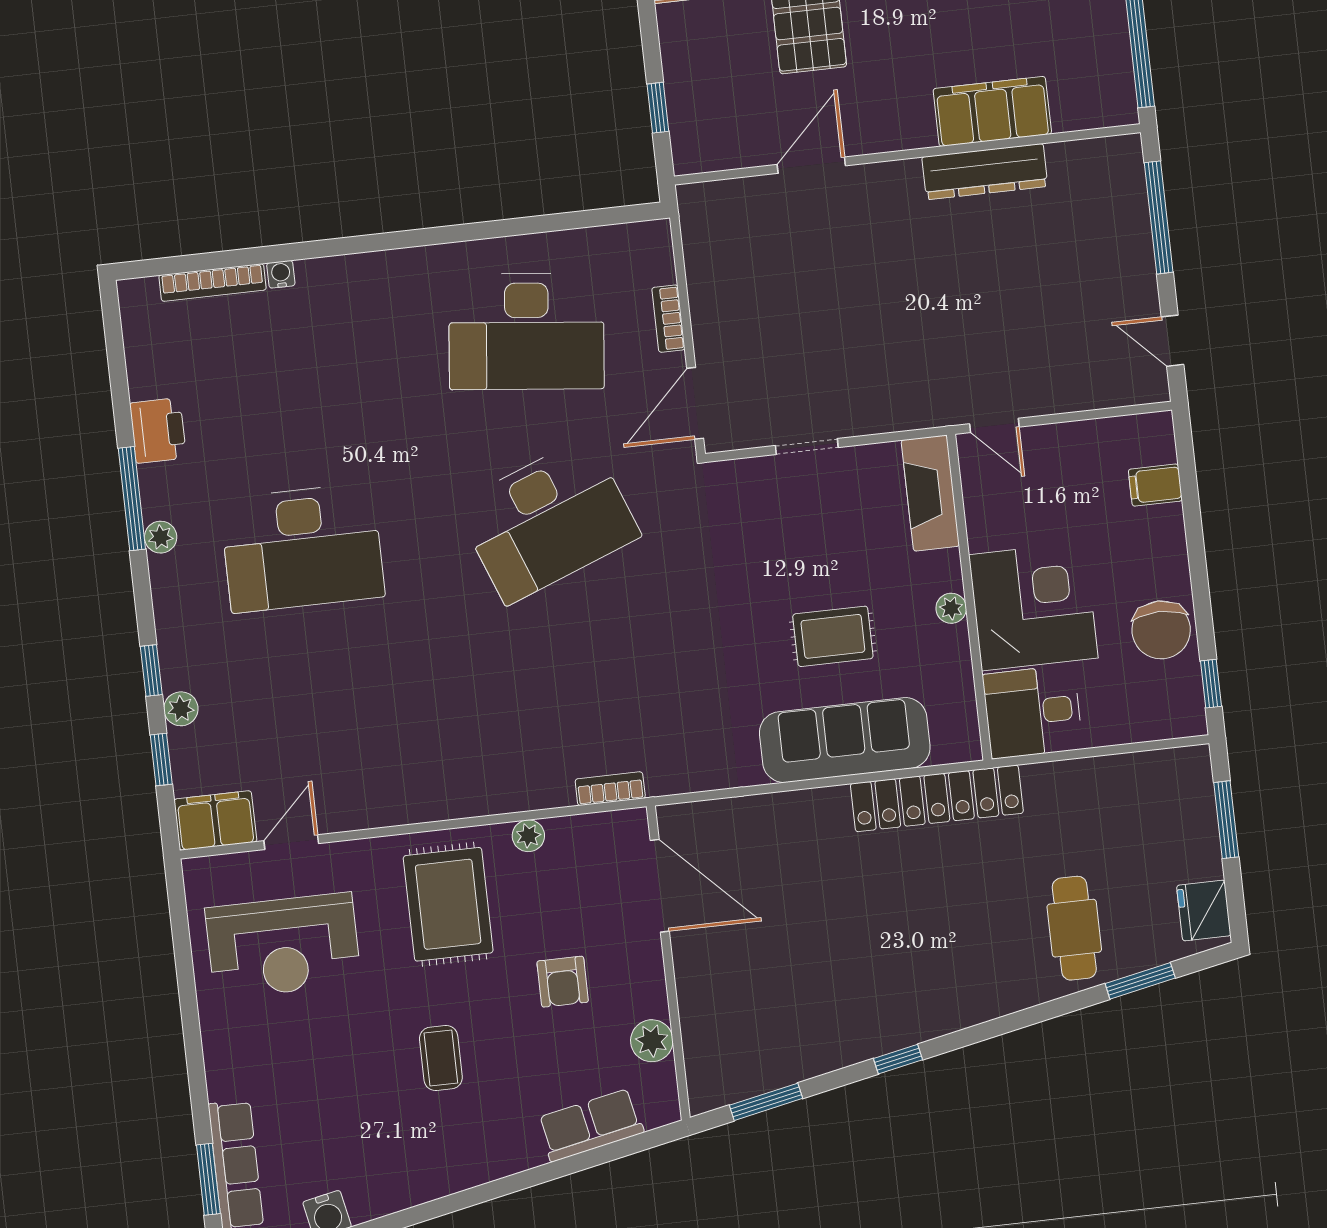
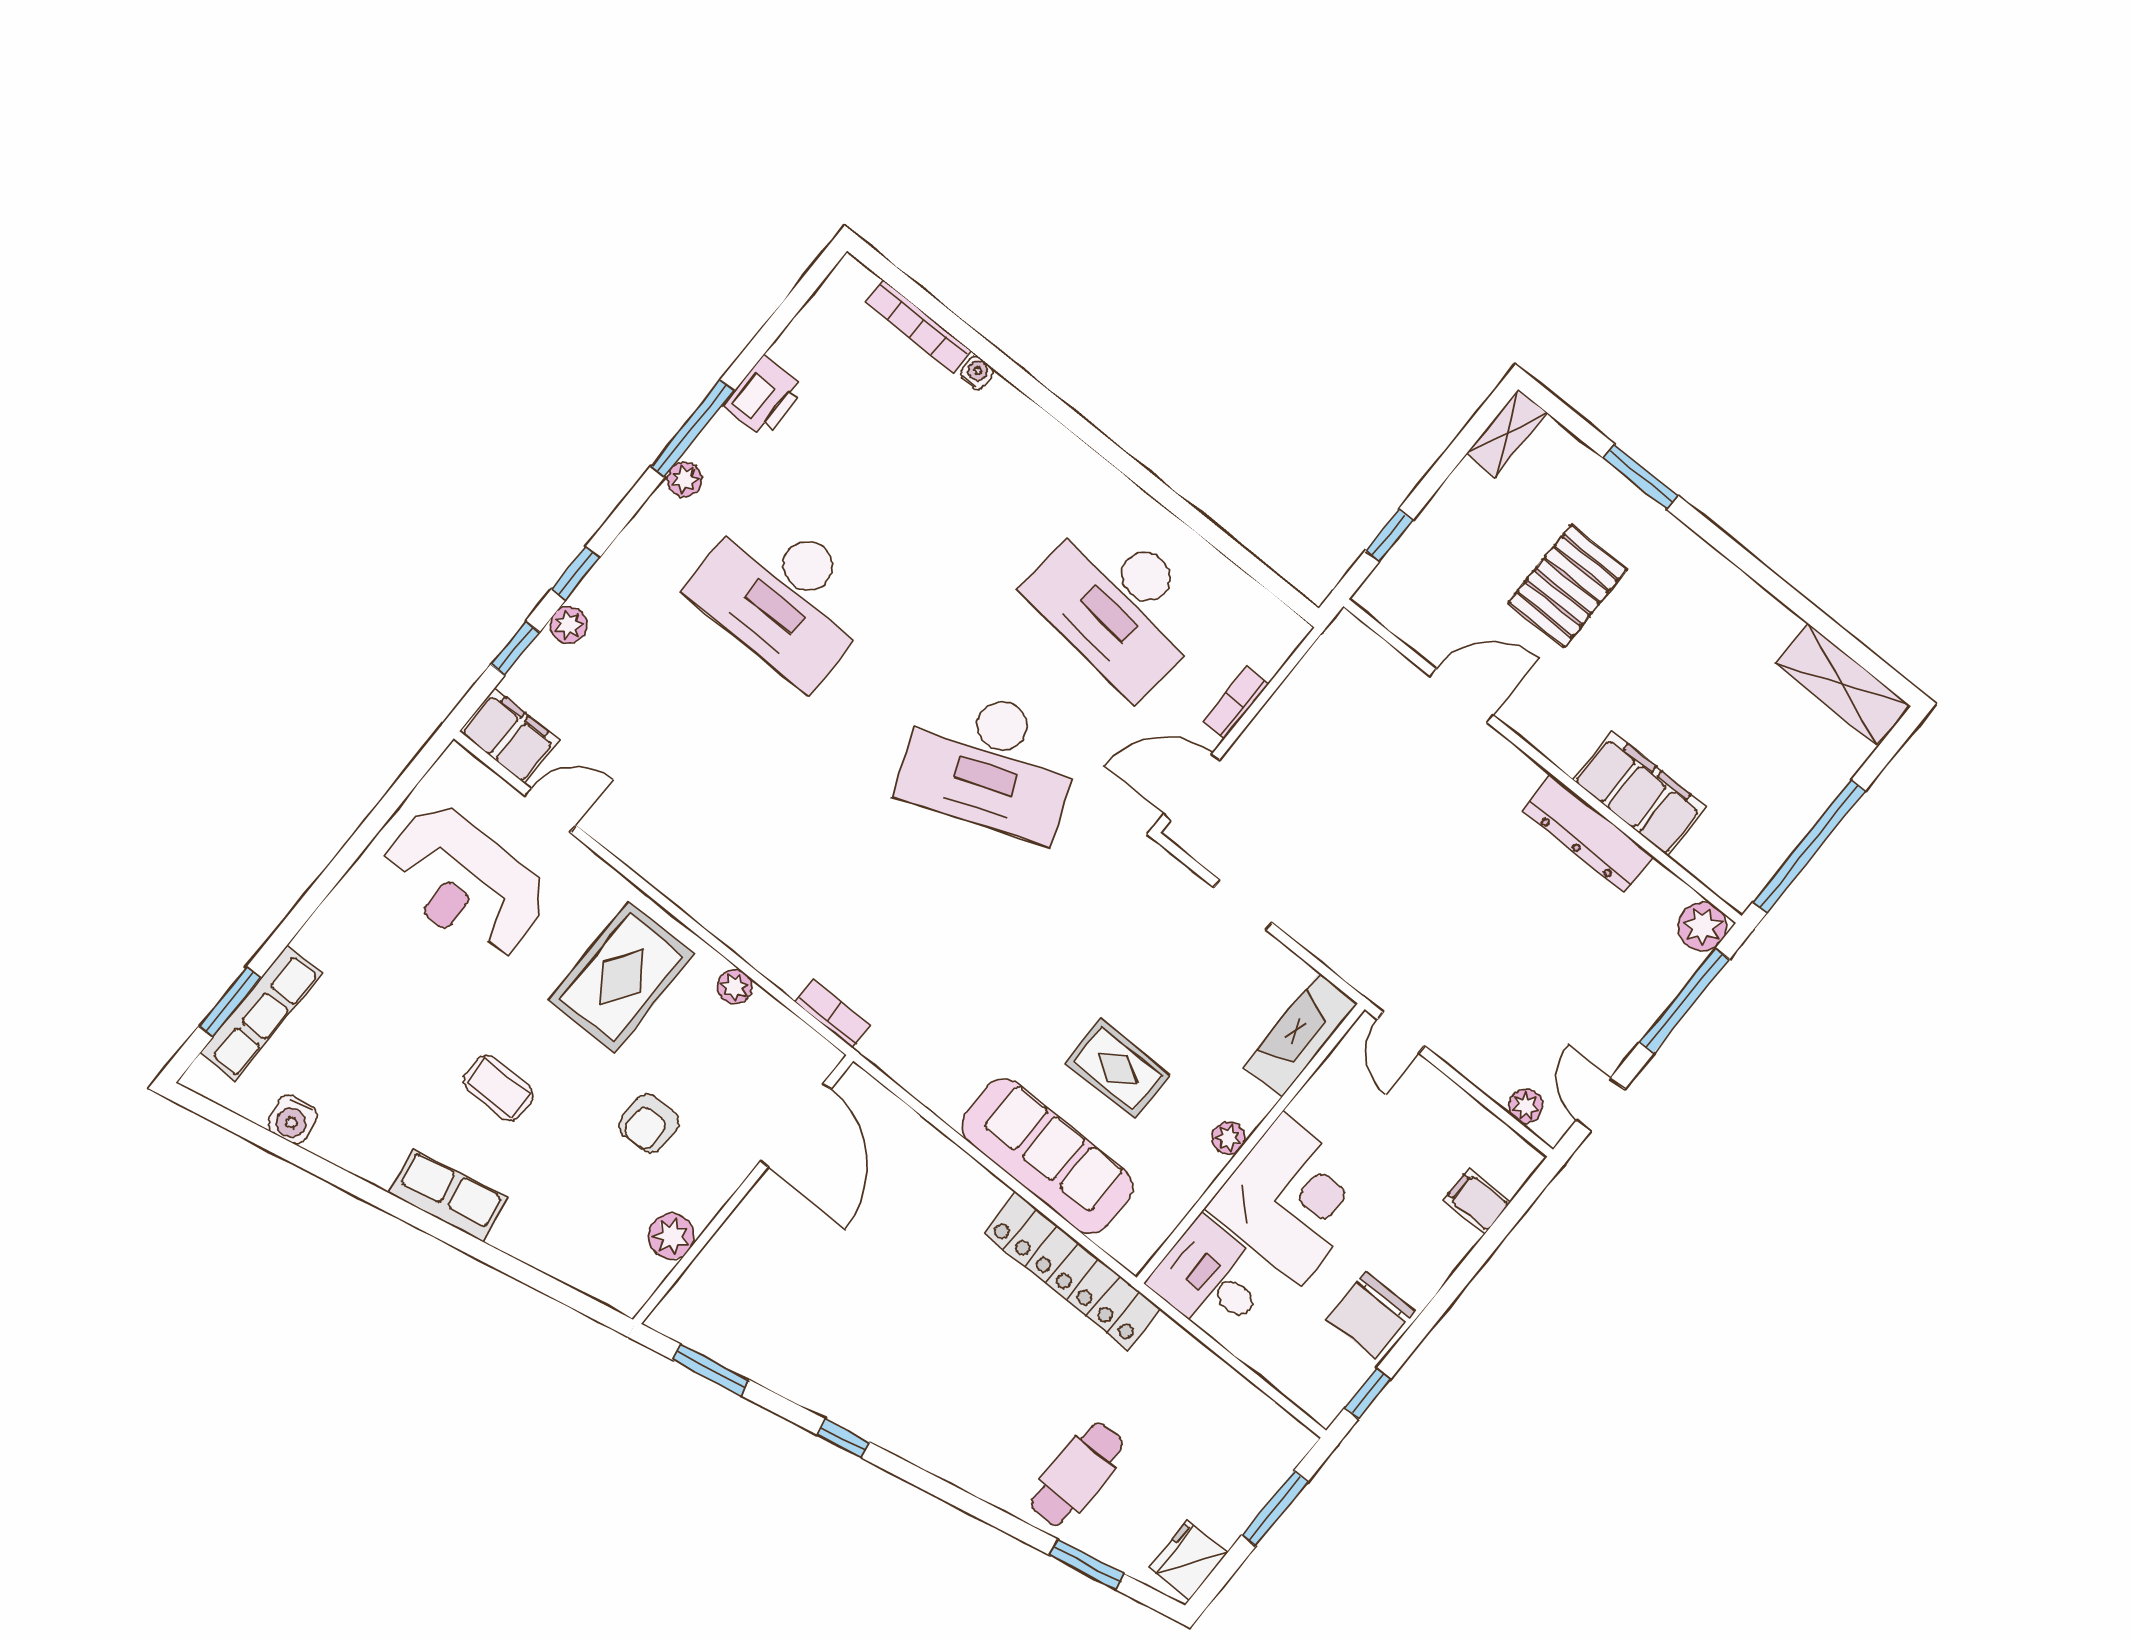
plant: (1121, 157) -> (1702, 926), added
plant: (1124, 391) -> (1526, 1106), added
coffee table: (441, 1058) -> (498, 1088), turned 90
row of seats: (591, 1125) -> (448, 1195), moved

